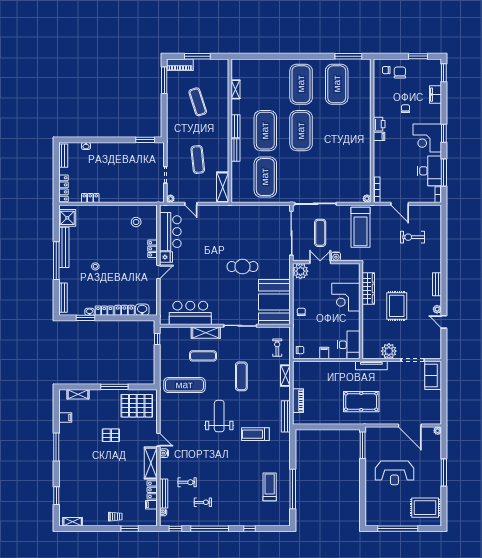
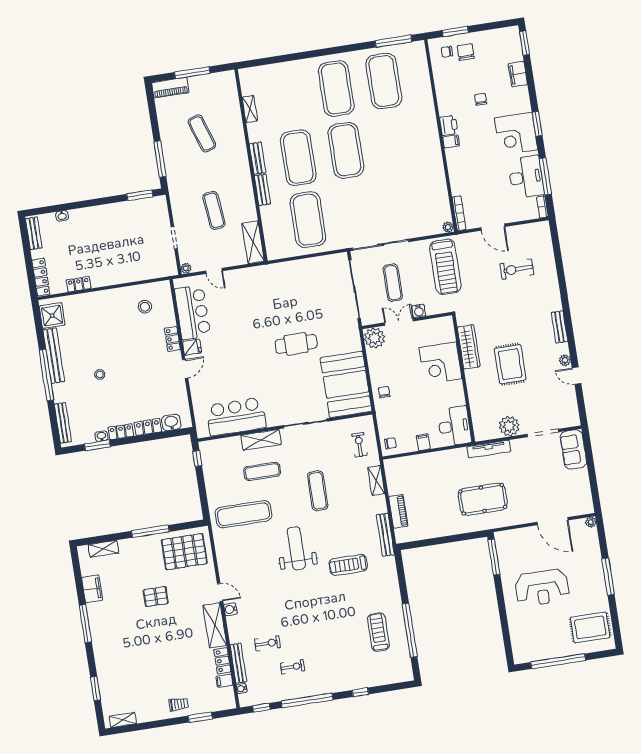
window: (418, 56) -> (455, 31), moved
window: (164, 80) -> (160, 159), moved
filing cabinet: (65, 417) -> (92, 589), width x2.00

